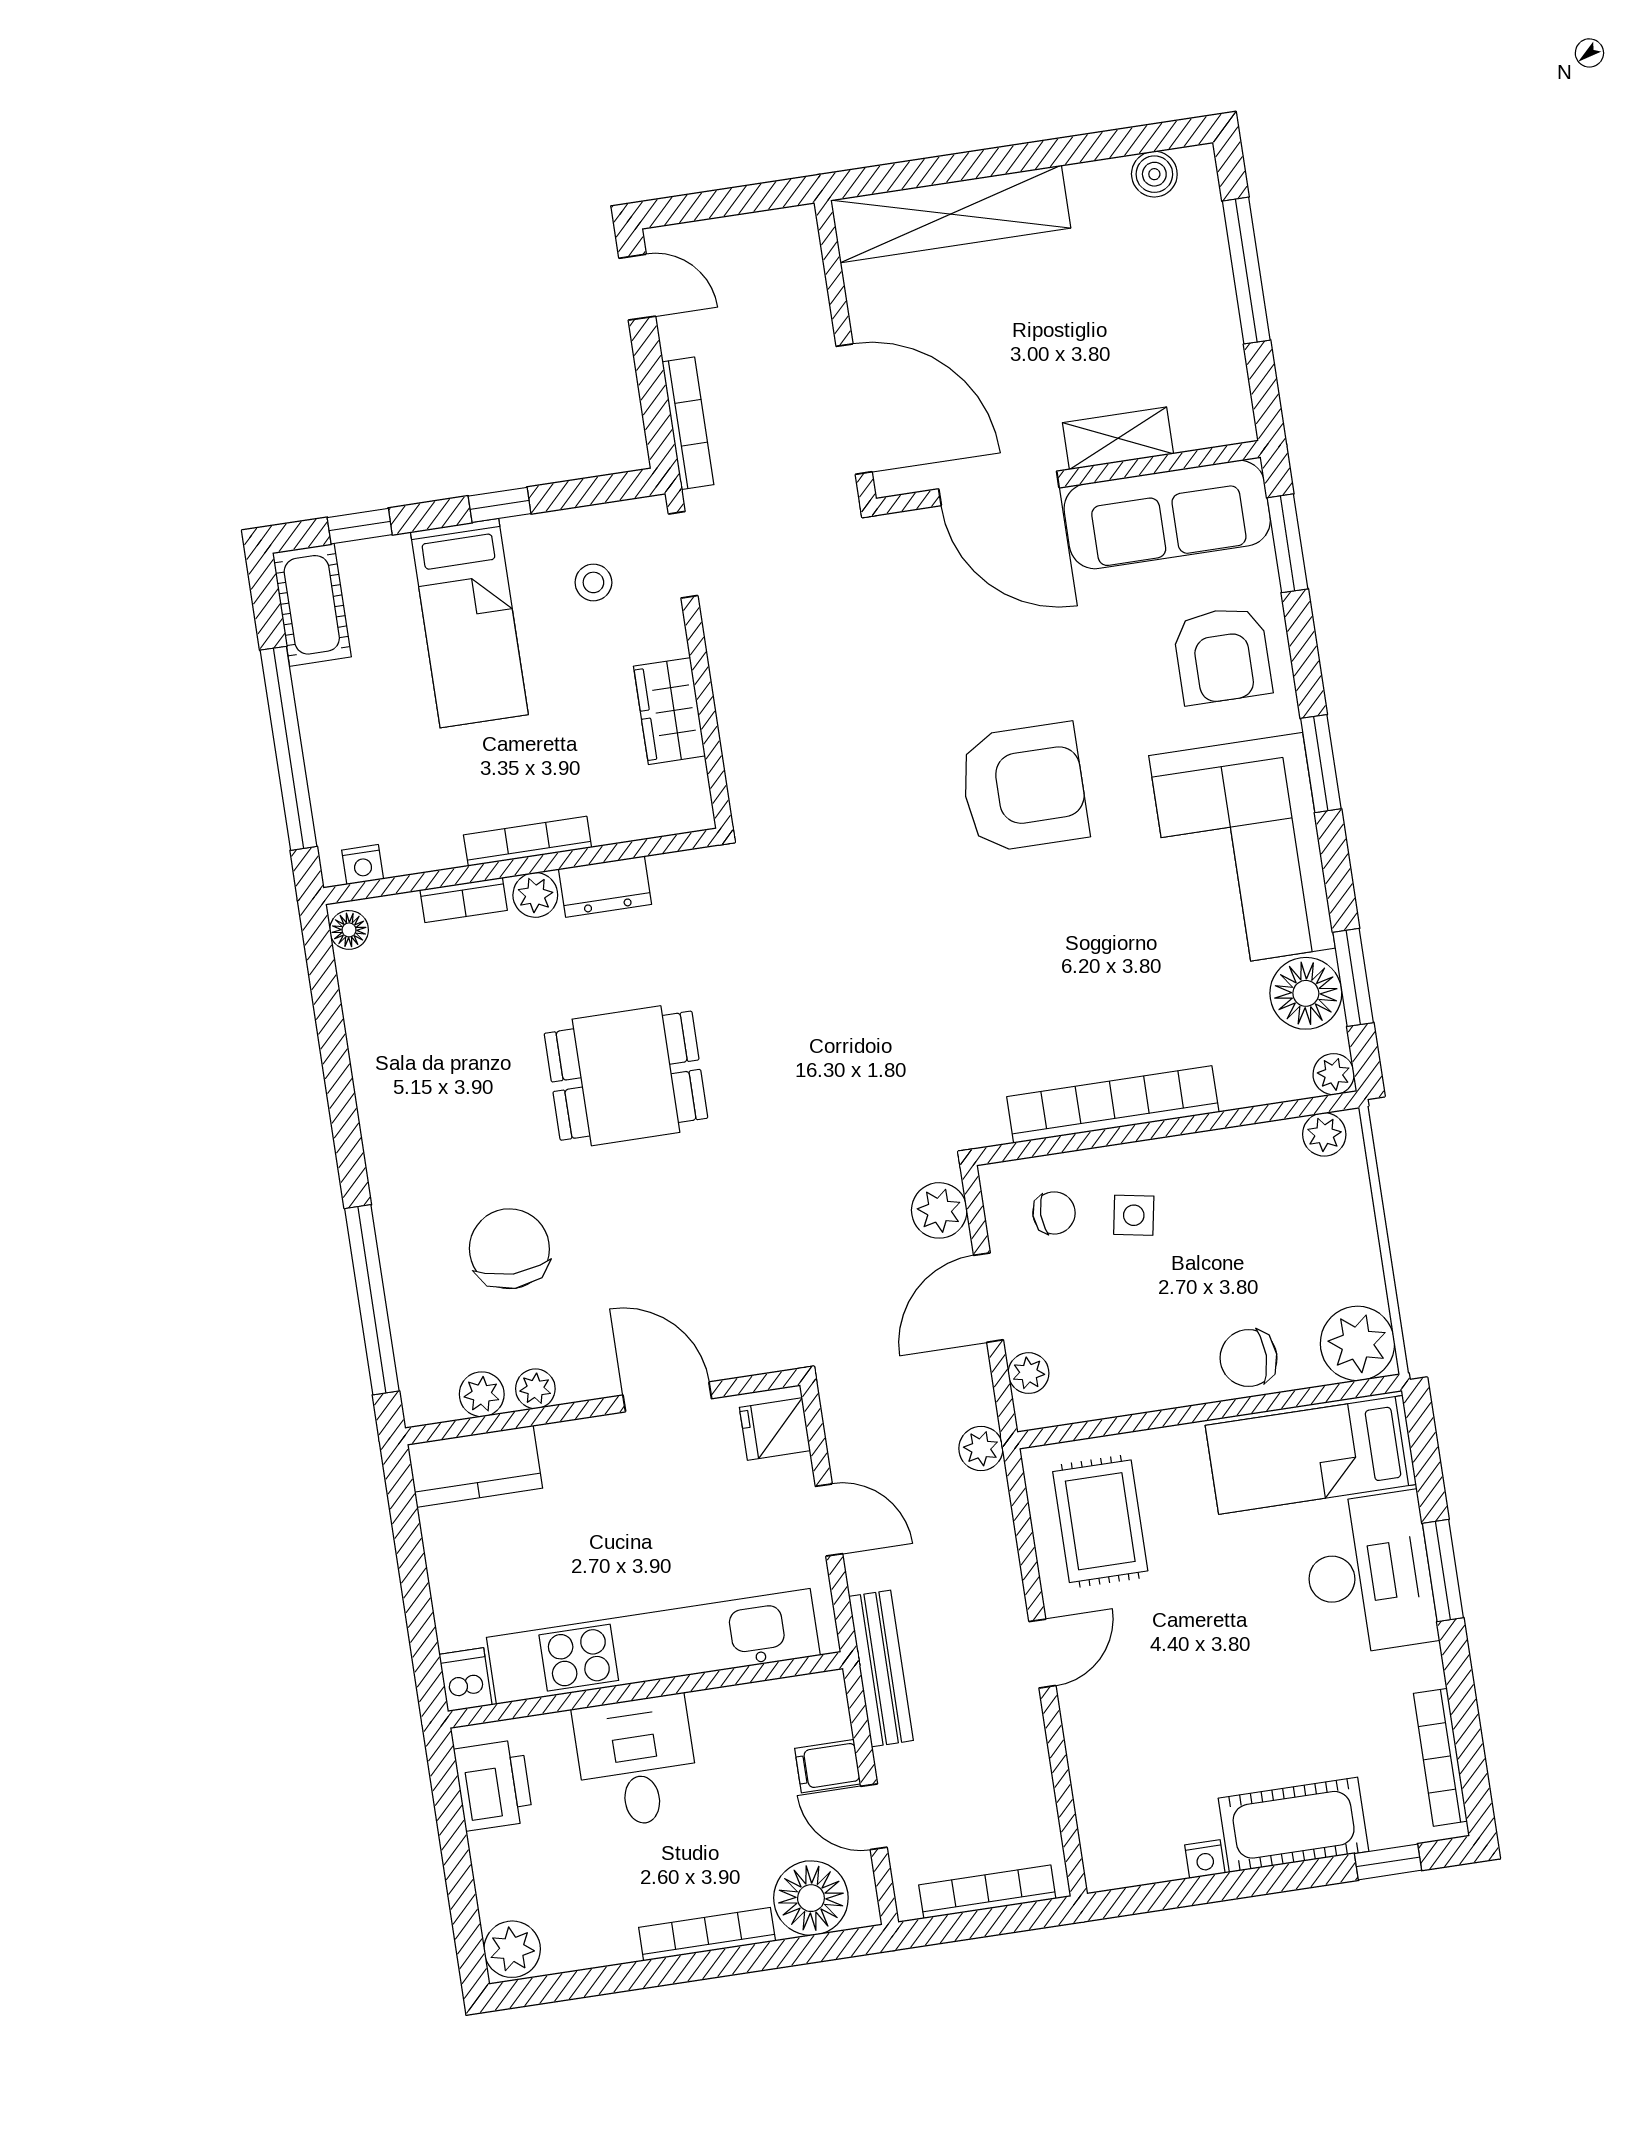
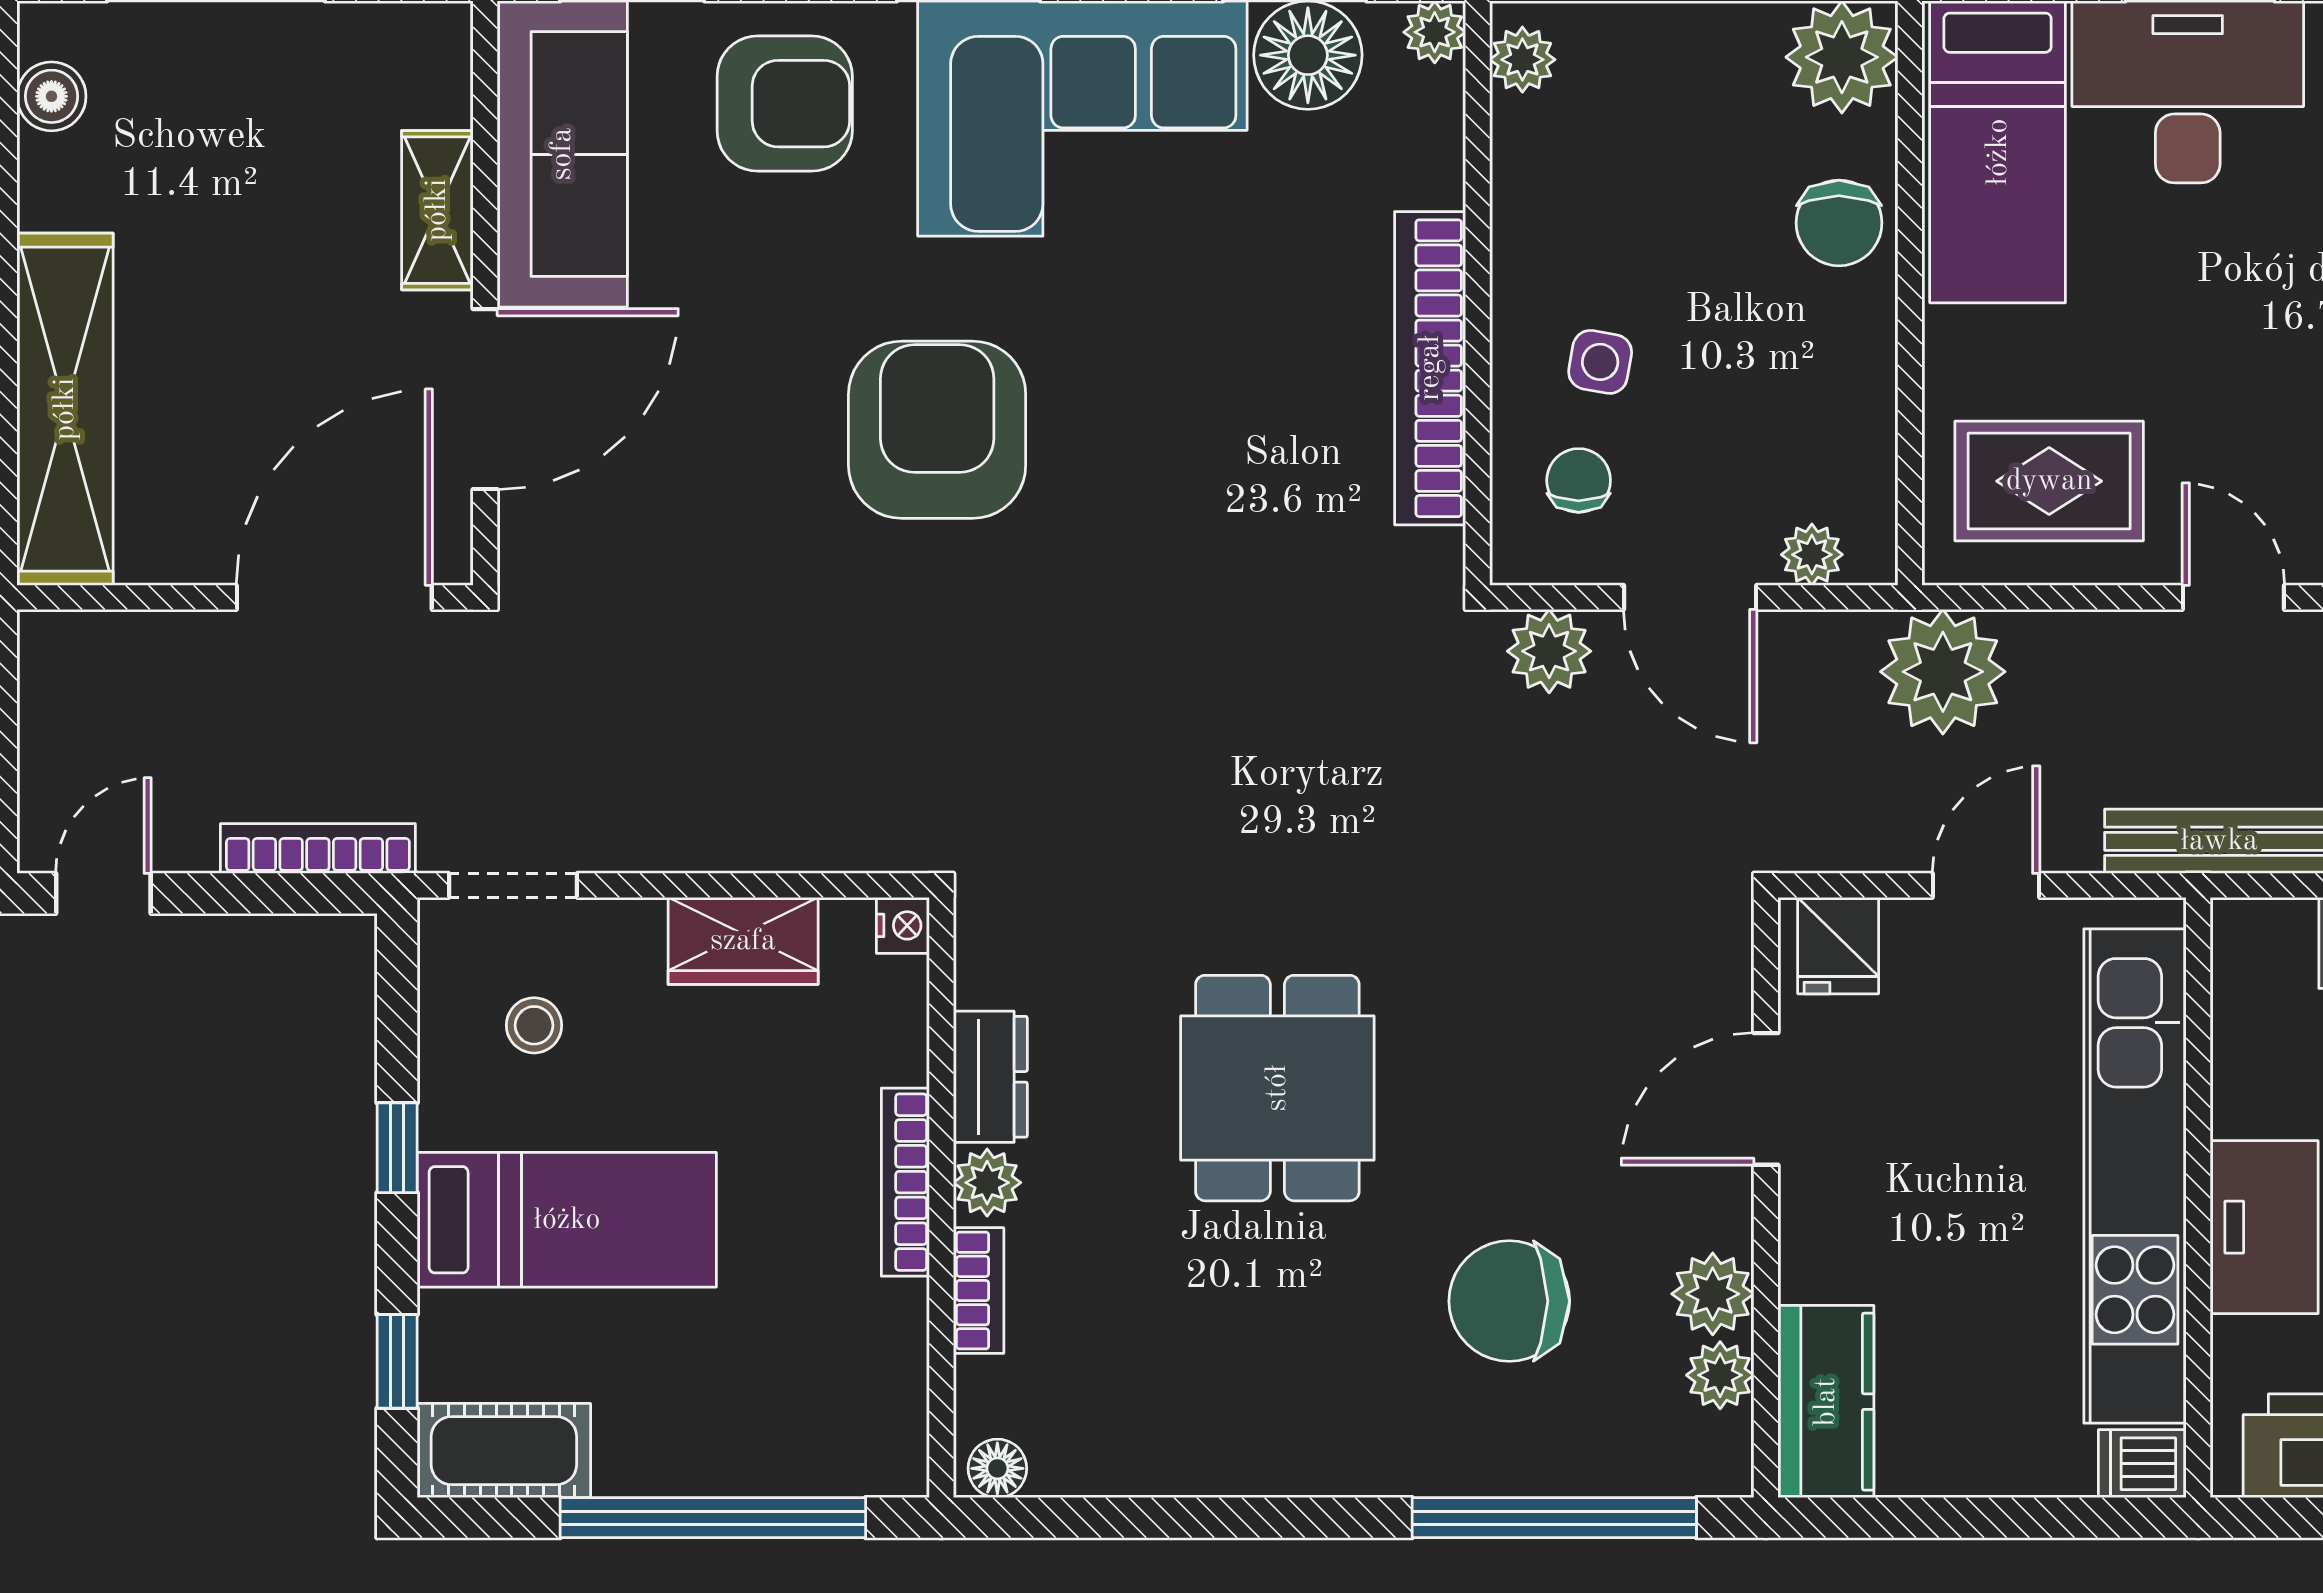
nightstand: (363, 865) -> (903, 925), moved
plant: (535, 1389) -> (1713, 1294), width x1.38, depth x1.38
plant: (981, 1448) -> (1943, 672), width x1.88, depth x1.88

